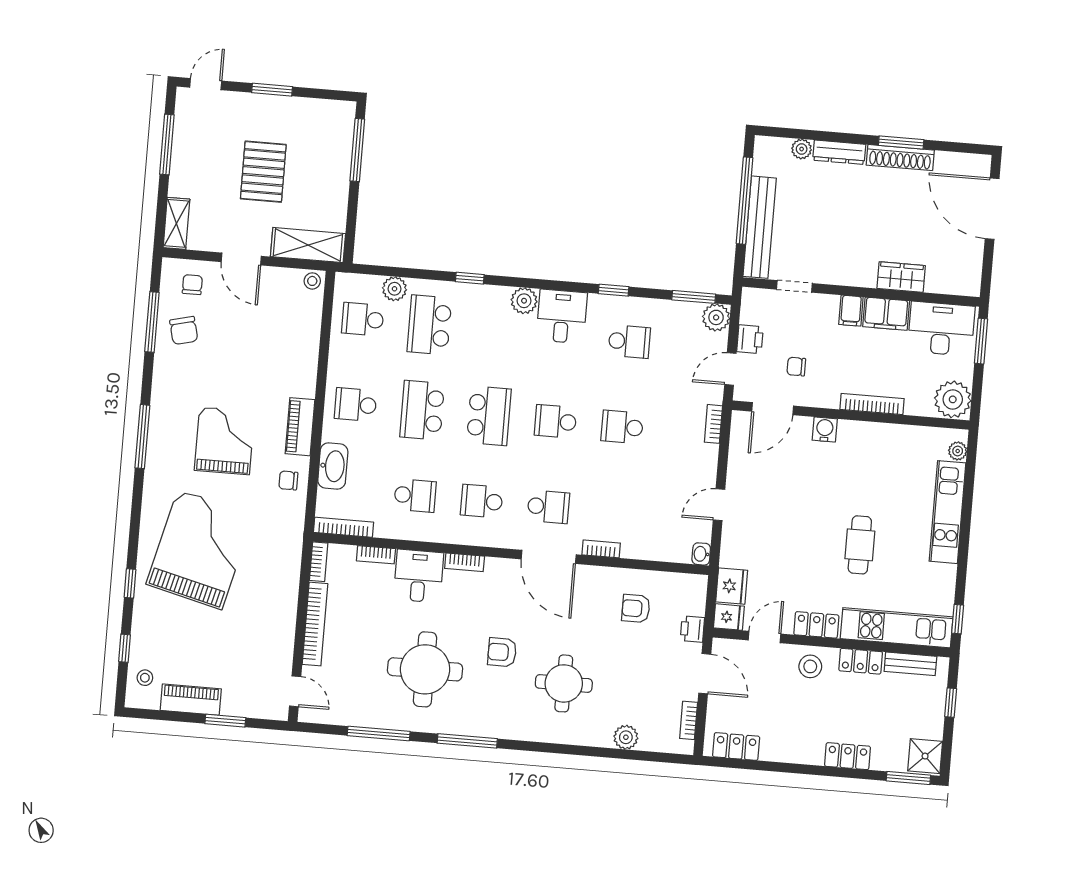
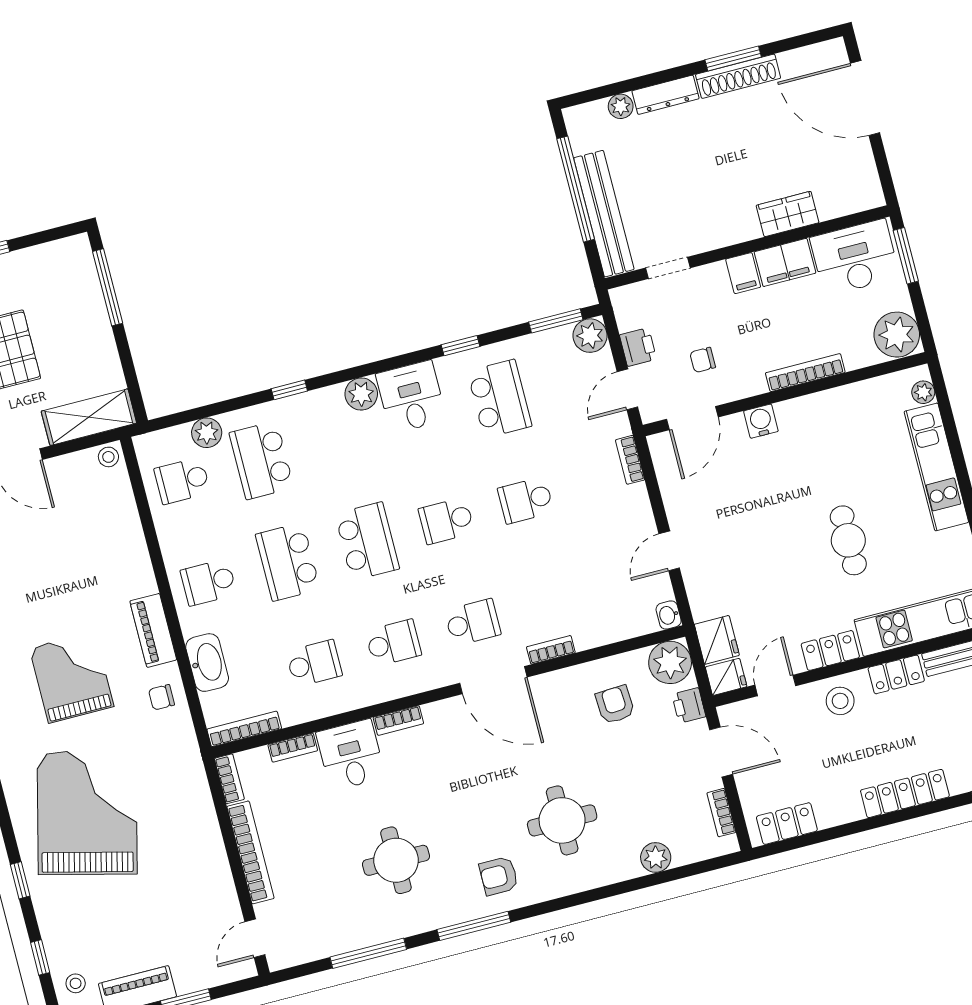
school desk: (629, 342) -> (499, 399), width x1.85
school desk: (482, 501) -> (393, 643), turned 180
plant: (690, 591) -> (670, 662), added
armchair: (636, 608) -> (615, 705), turned 87
armchair: (502, 652) -> (499, 876), moved
round table: (425, 669) -> (396, 860), width x0.73, depth x0.73
door: (295, 691) -> (255, 938), swing flipped
locker: (847, 756) -> (905, 793), width x1.53

